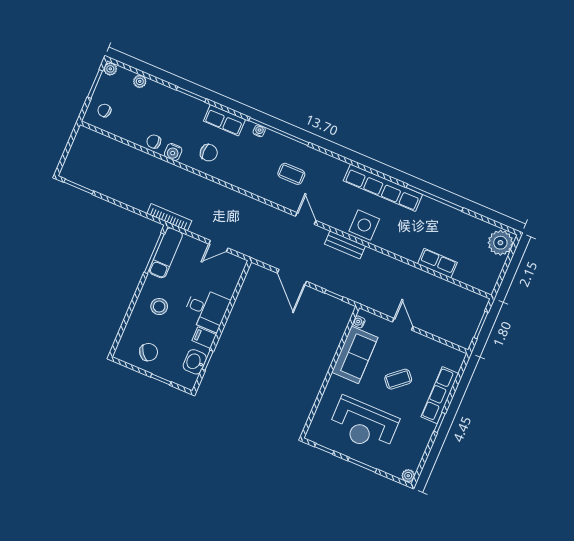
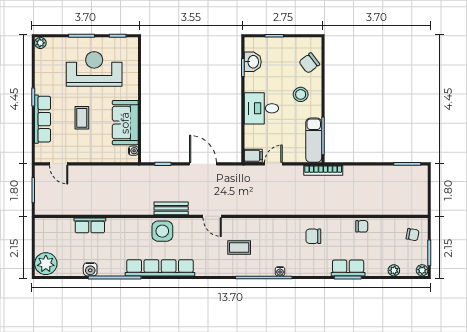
row of seats: (224, 120) -> (348, 268), moved
water cooler: (173, 152) -> (90, 269), moved, turned 180
door: (403, 324) -> (59, 164), moved
filing cabinet: (204, 338) -> (253, 156), moved
chair: (149, 352) -> (309, 63), moved
coffee table: (398, 379) -> (82, 118), turned -49

